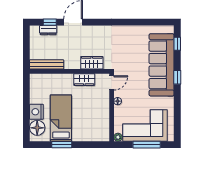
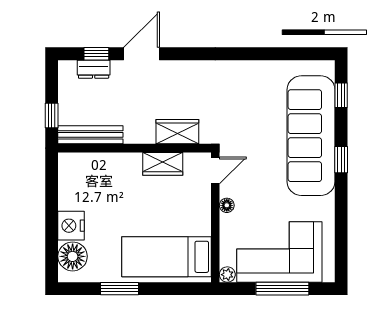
window: (26, 54) -> (52, 115), added
bed: (61, 118) -> (167, 257), moved, turned -90

